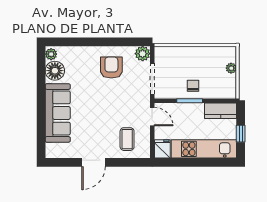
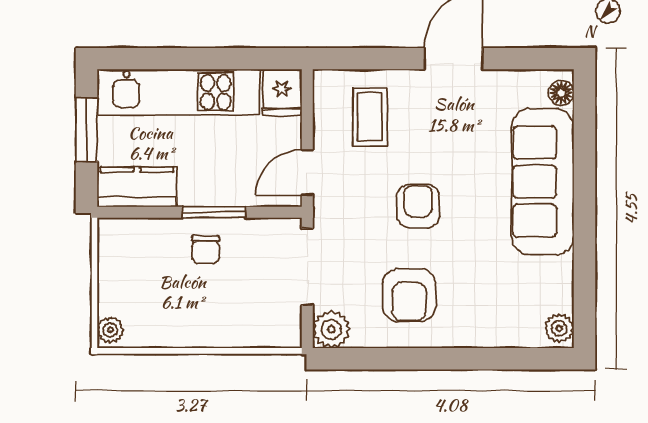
plant: (231, 68) -> (110, 330), moved
floor lamp: (55, 71) -> (561, 93), moved, width x0.53, depth x0.53
armchair: (108, 103) -> (418, 206), added
door: (152, 117) -> (307, 173), hinge flipped
window: (241, 134) -> (87, 130), width x1.50

